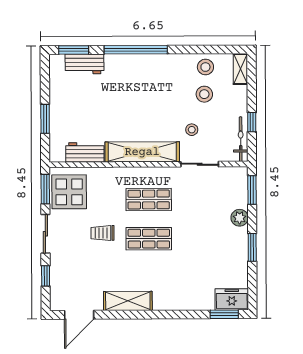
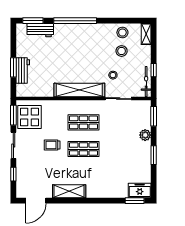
workbench: (85, 152) -> (23, 71), moved, turned 90

